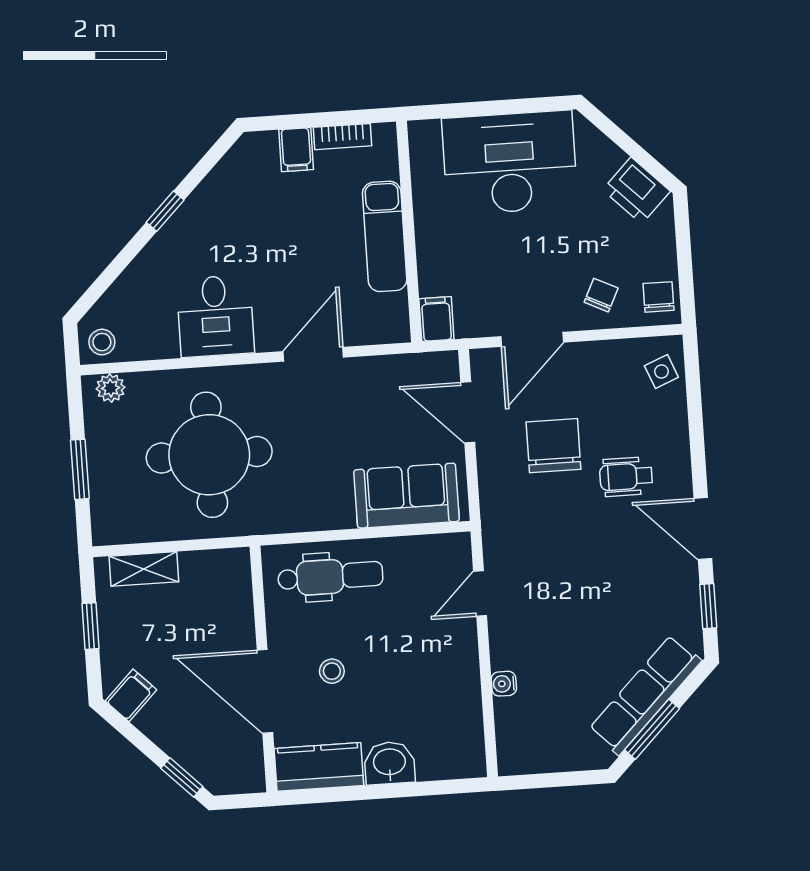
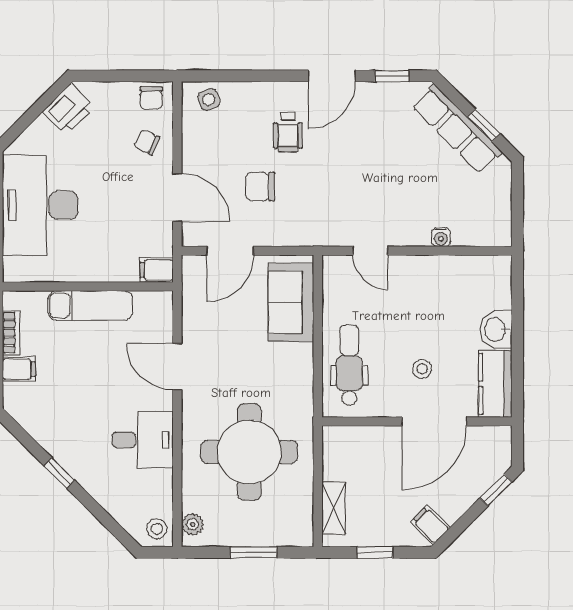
chair: (659, 297) -> (151, 98), turned -90
chair: (553, 446) -> (260, 187), width x0.73, depth x0.73
window: (652, 729) -> (484, 125), width x0.67

